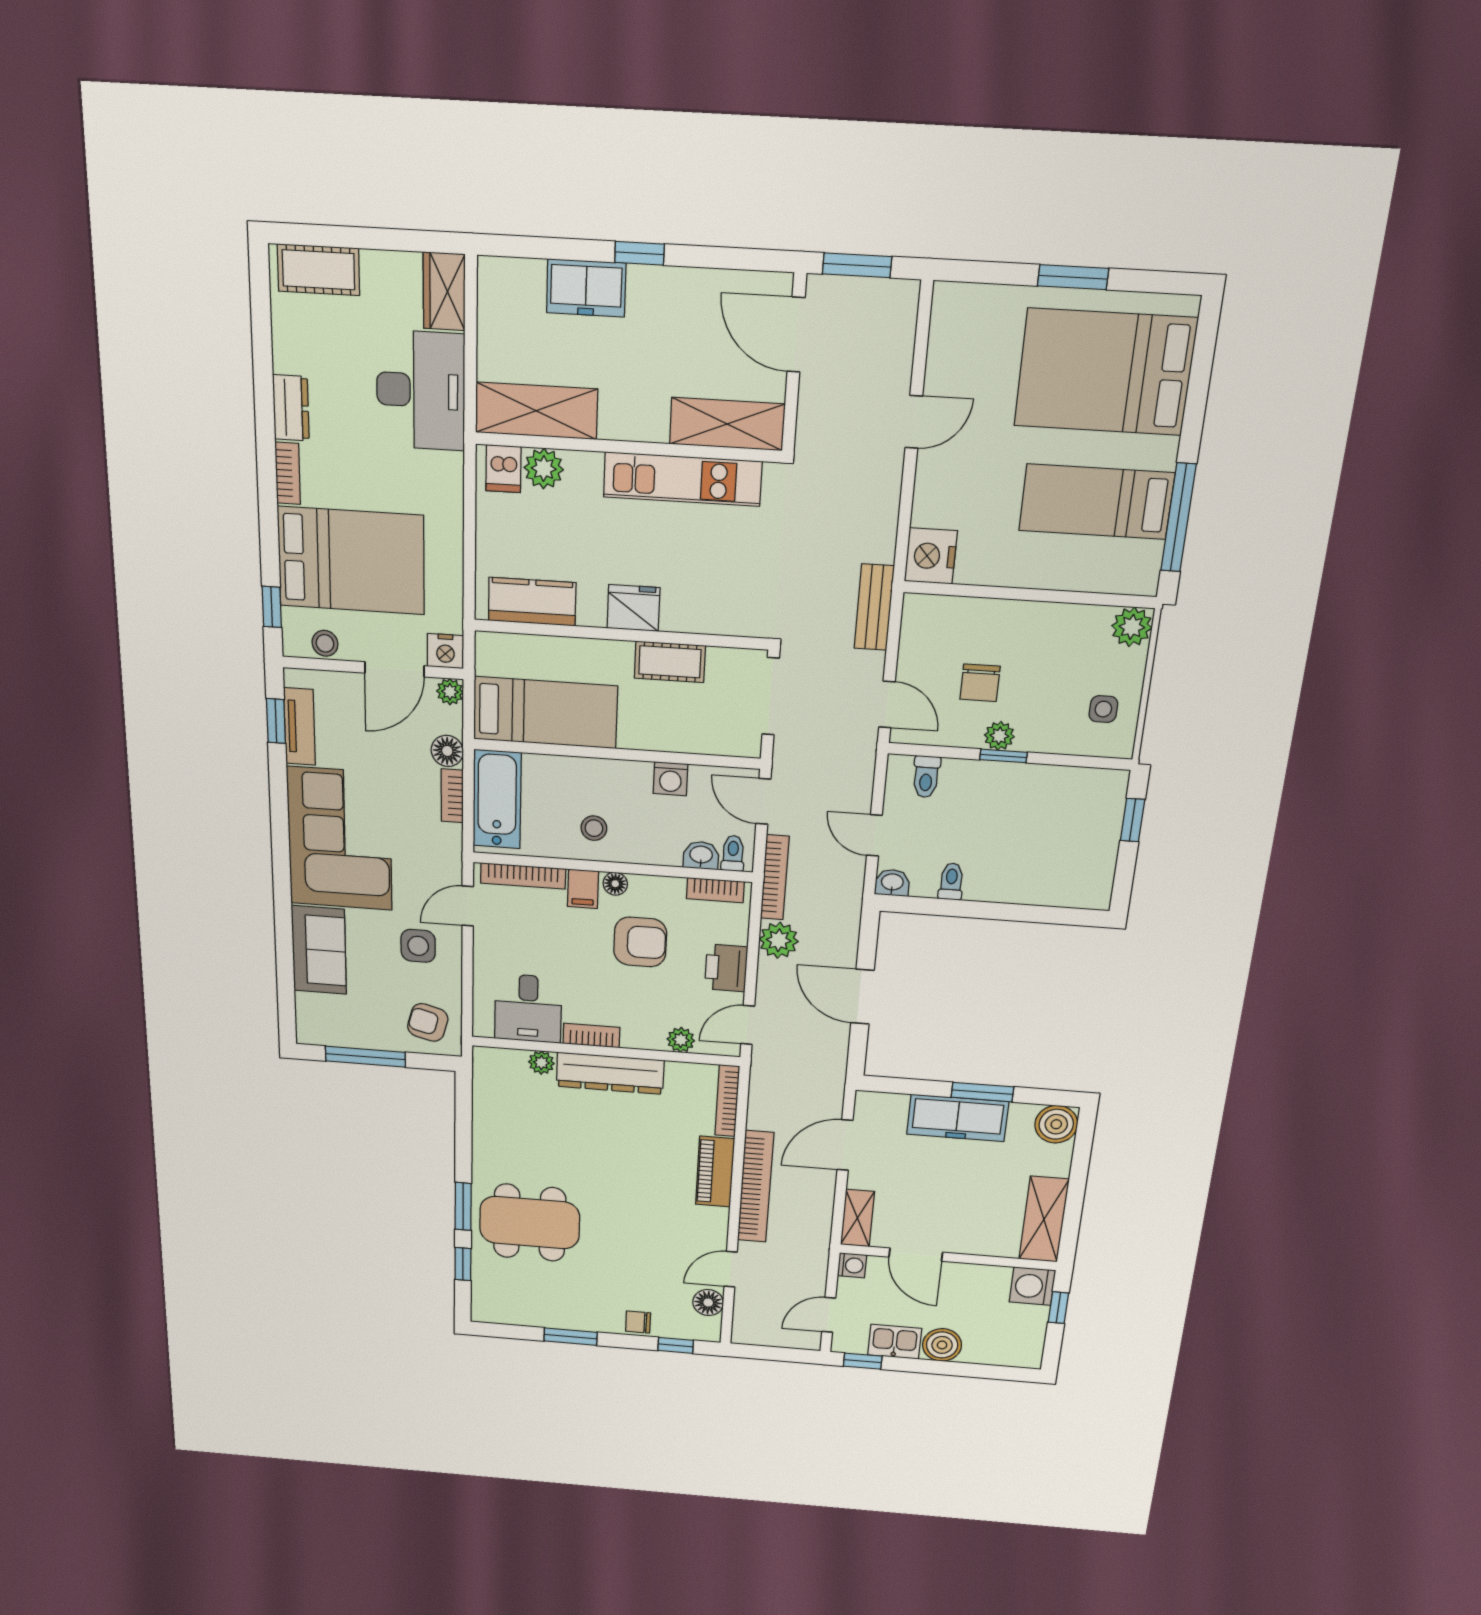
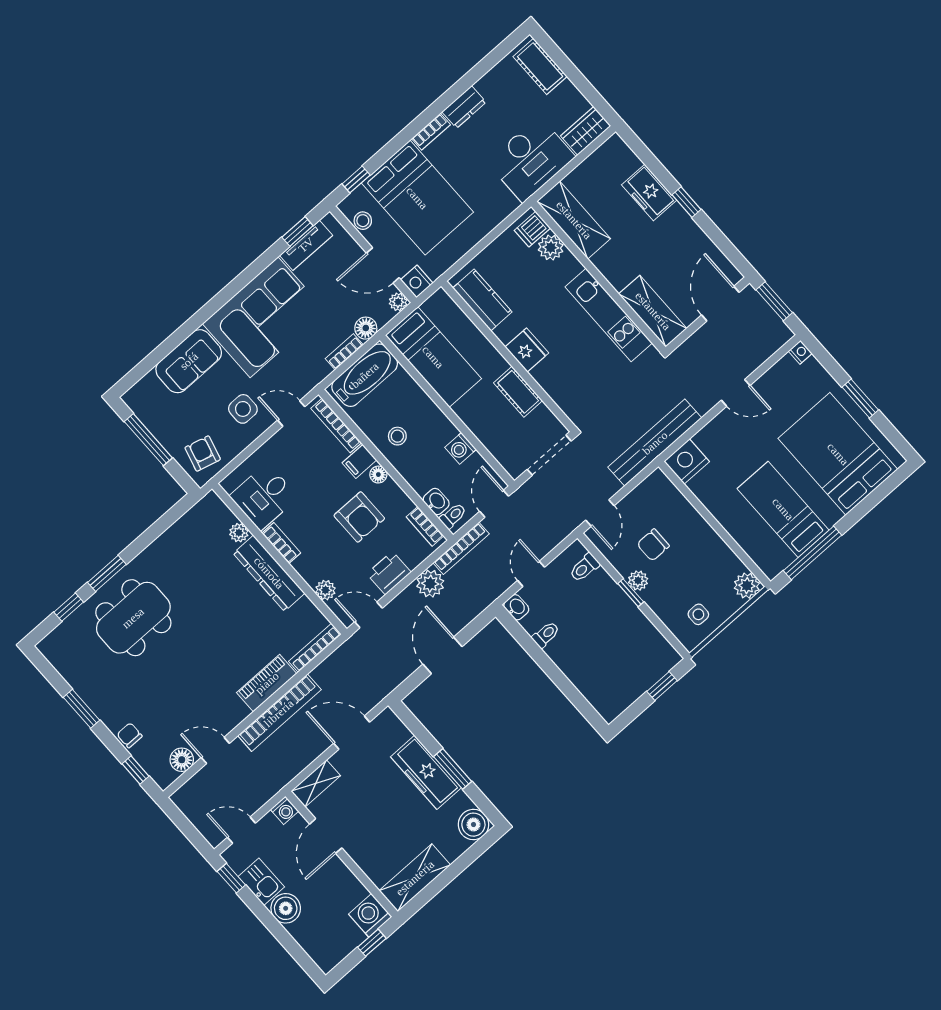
nightstand: (946, 295) -> (800, 352), added
bench: (874, 607) -> (655, 443), width x1.86, depth x1.21
dining table: (530, 1223) -> (133, 618), turned 90

